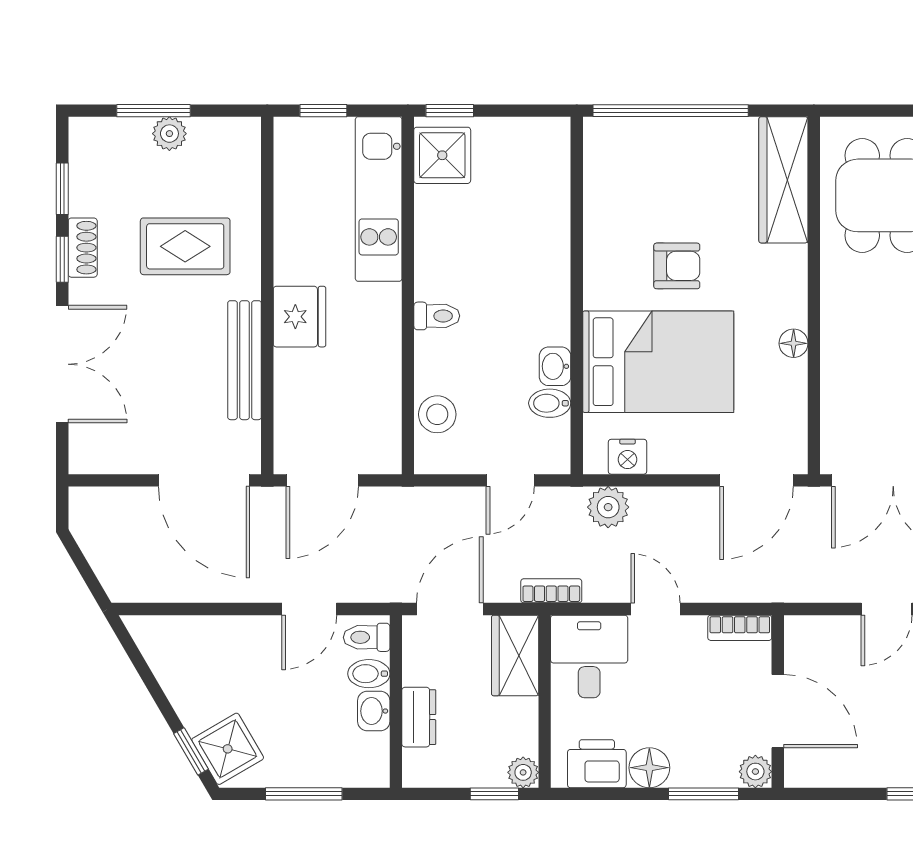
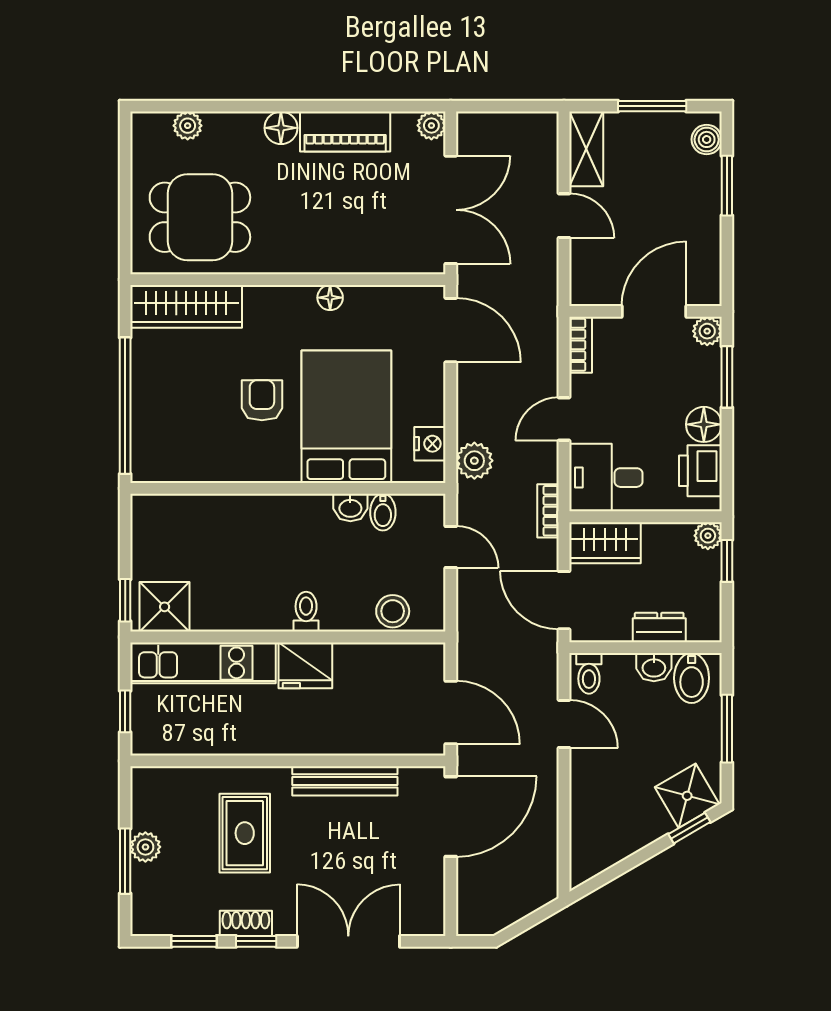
fridge: (299, 317) -> (305, 665), moved, turned 180
bidet: (369, 674) -> (692, 678), moved, width x1.38, depth x1.36

